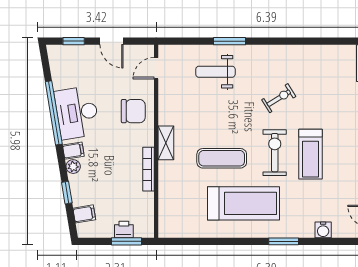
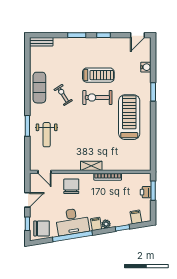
chair: (66, 64) -> (42, 228), added
exercise mat: (222, 158) -> (39, 88), moved

